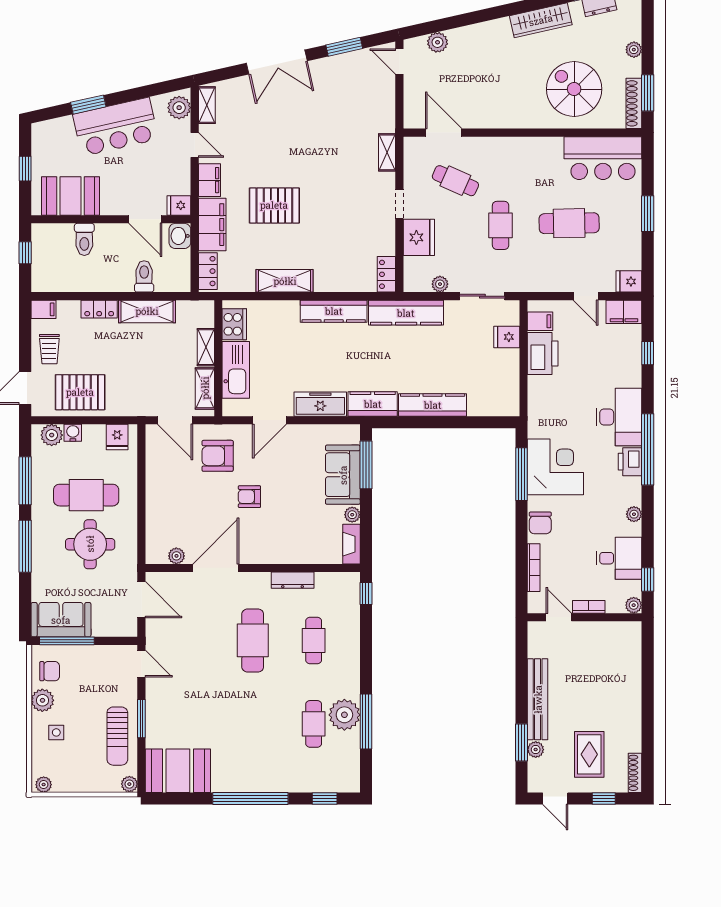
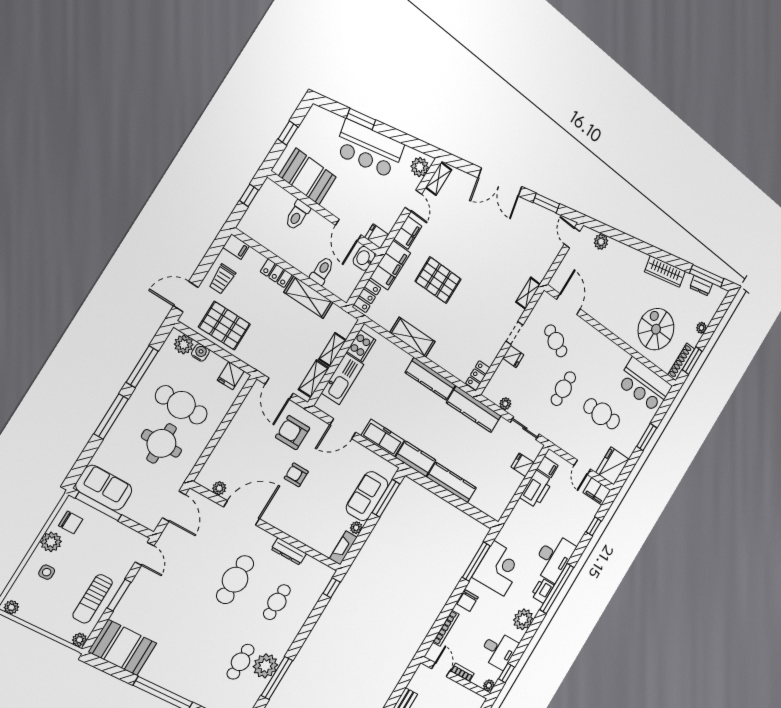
fridge: (419, 237) -> (513, 356), width x0.53, depth x0.75
fridge: (629, 281) -> (612, 466), width x1.88, depth x1.34
plant: (634, 514) -> (523, 619), width x1.88, depth x1.88

